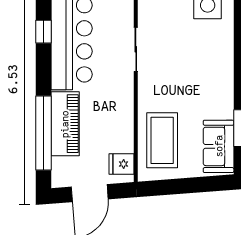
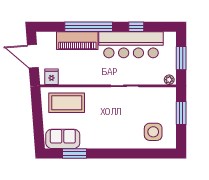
window: (44, 133) -> (89, 27), moved

